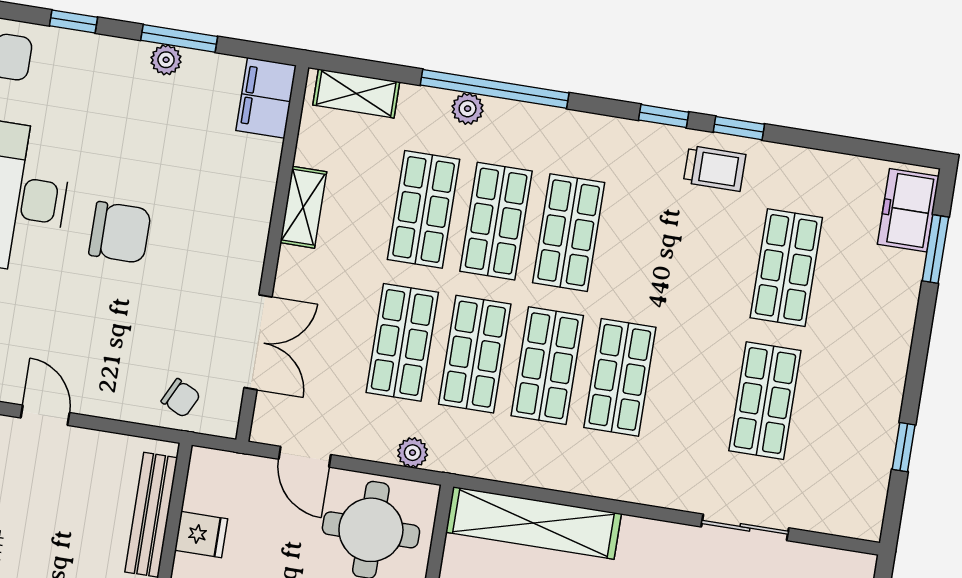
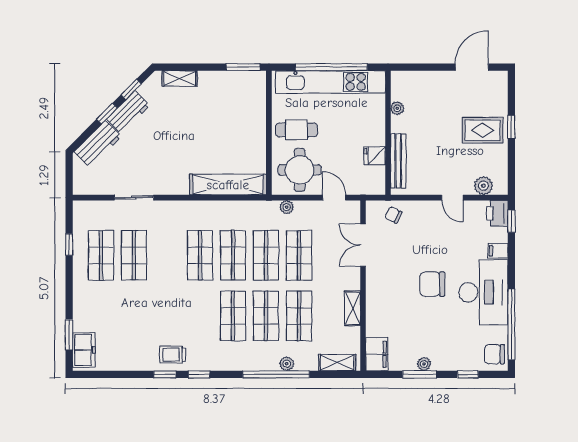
shop shelf: (786, 268) -> (101, 255), moved

